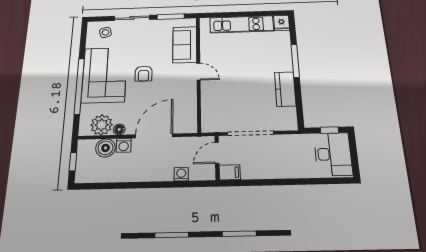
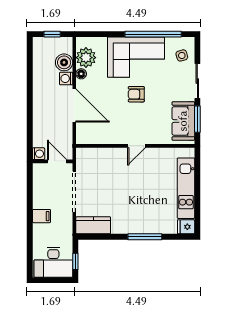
sofa: (185, 45) -> (183, 121), moved, turned -90
window: (79, 86) -> (153, 34), moved
kitchen counter: (285, 89) -> (93, 225), moved
filing cabinet: (230, 172) -> (41, 216), moved, turned -90
washing machine: (181, 174) -> (39, 154), moved

